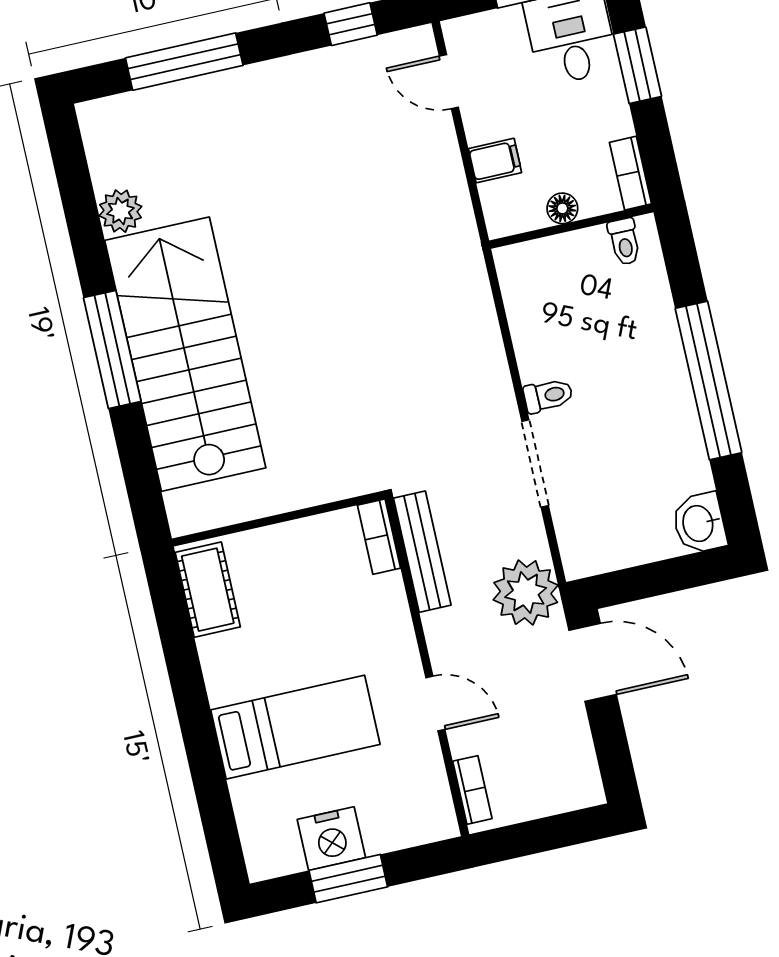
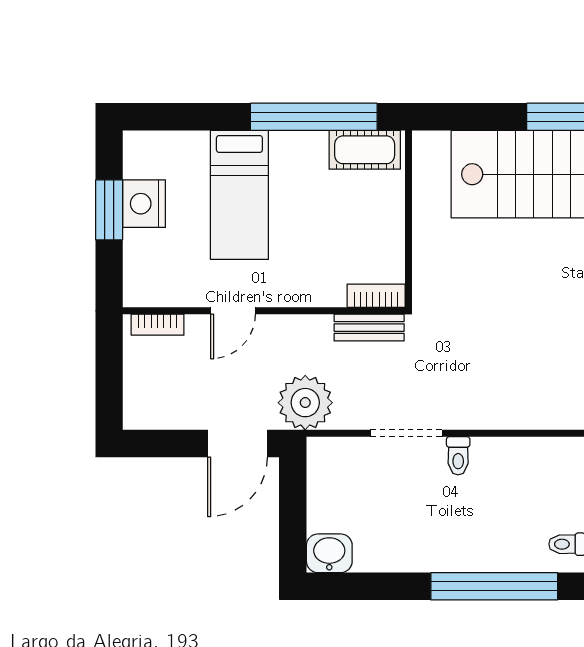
window: (708, 380) -> (494, 586), moved
bench: (422, 552) -> (369, 328), width x0.73
window: (182, 659) -> (314, 117), added

